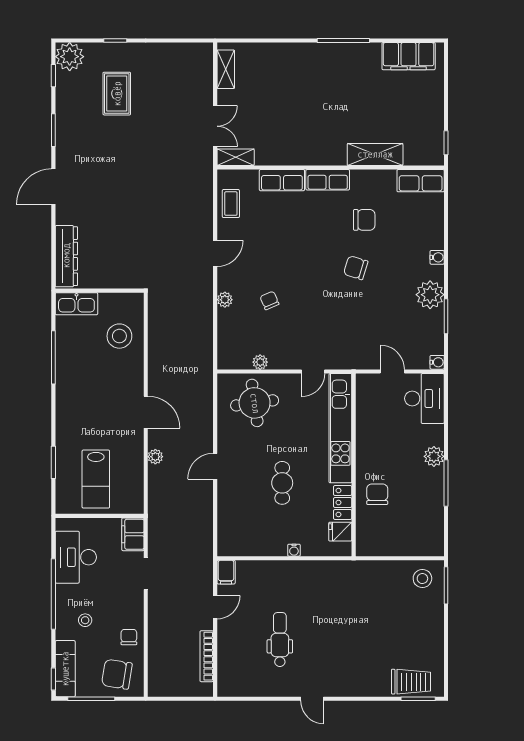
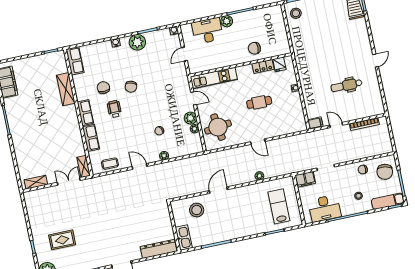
wheelchair: (323, 231) -> (114, 109), added
plant: (280, 359) -> (190, 118), added
desk: (424, 398) -> (207, 31), moved
door: (146, 412) -> (218, 190), moved
kitchen unit: (340, 428) -> (214, 78), width x0.73
lab bench: (96, 479) -> (279, 206), turned -90

